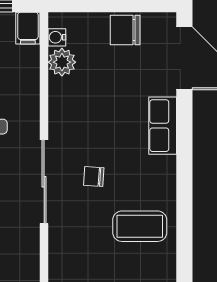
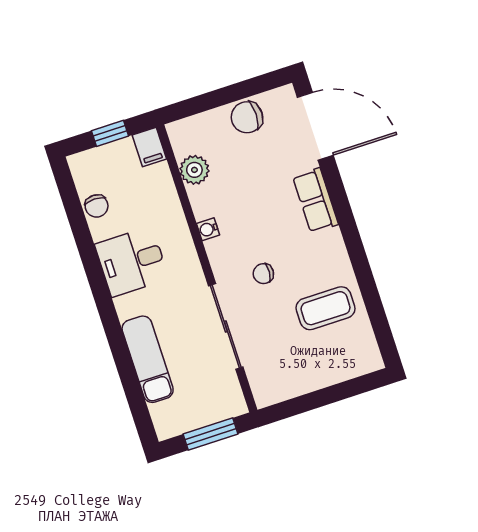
water cooler: (57, 37) -> (208, 229), moved
sliding door: (44, 182) -> (226, 326), moved

